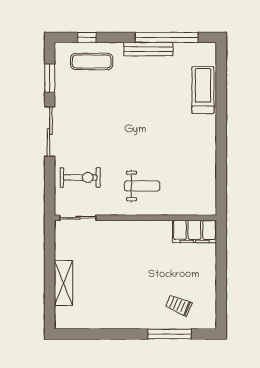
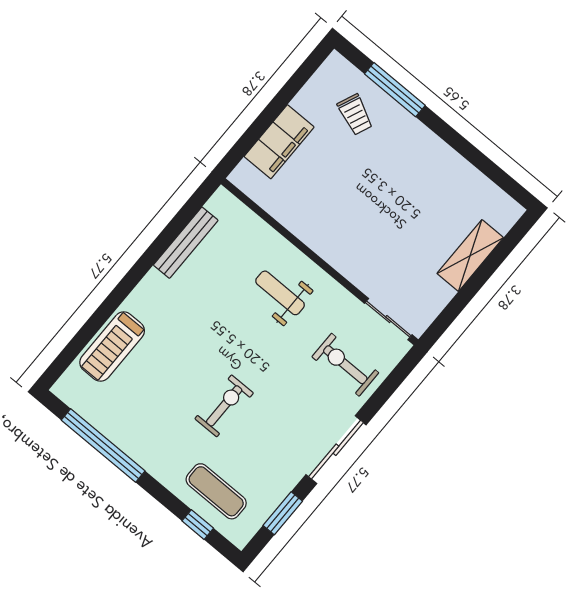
bench: (148, 49) -> (186, 243), moved, turned 90
exercise bike: (123, 107) -> (224, 406), added
filing cabinet: (195, 231) -> (279, 142), moved, turned 90

